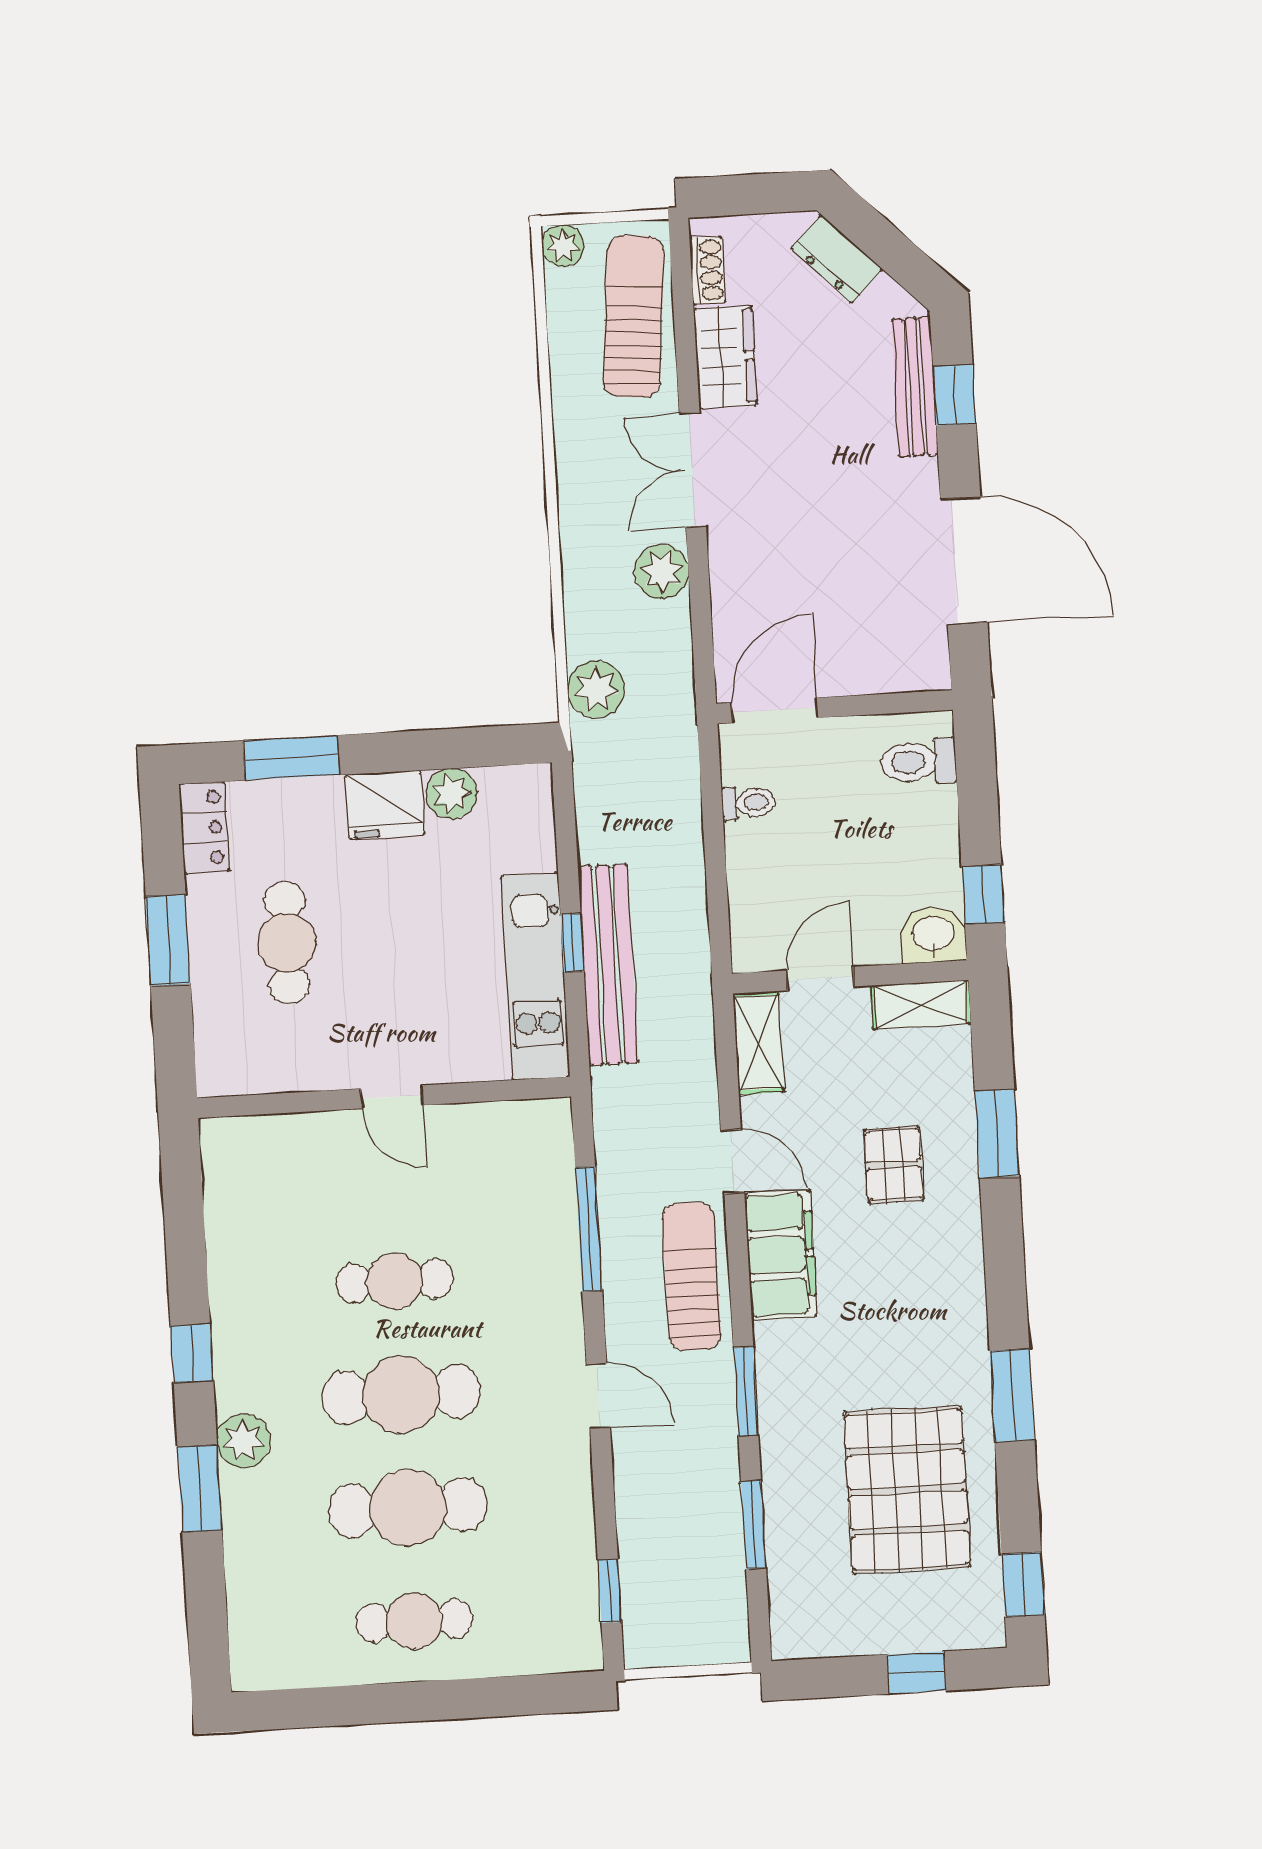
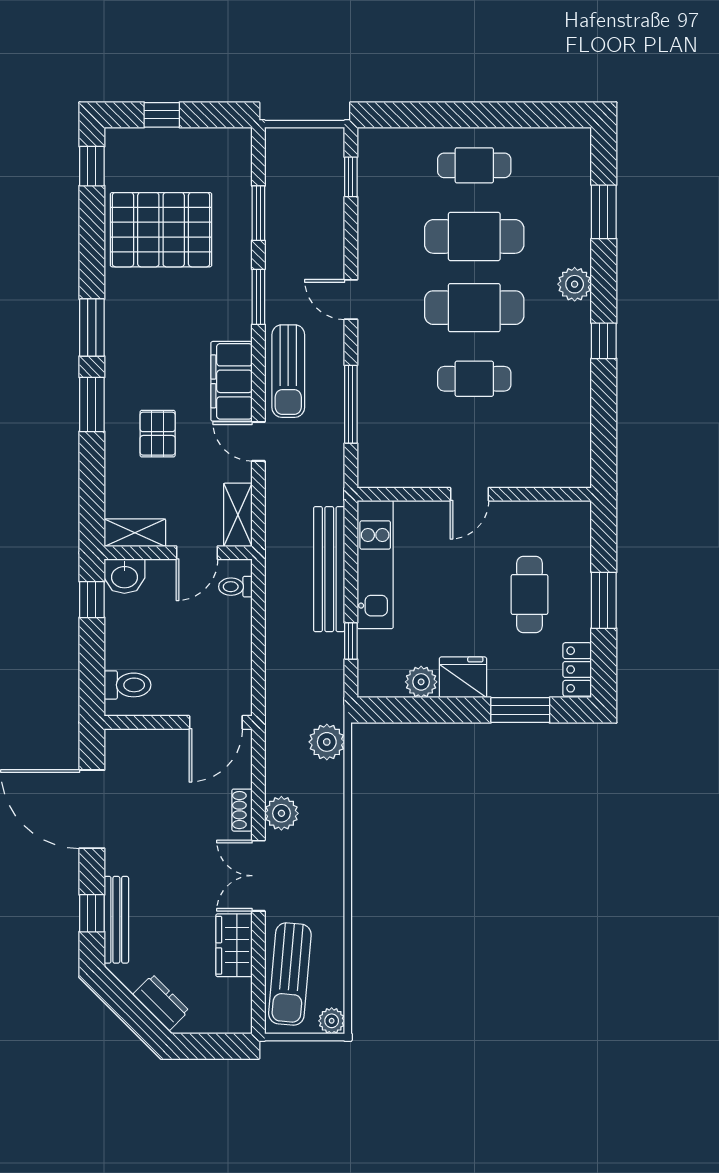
shoe rack: (707, 270) -> (242, 810), moved
double door: (693, 470) -> (258, 876), swing flipped
toilet: (749, 803) -> (235, 587), moved
window: (572, 943) -> (351, 641), moved
door: (392, 1097) -> (469, 494), swing flipped
window: (997, 1134) -> (92, 404), moved
window: (1012, 1396) -> (92, 328), moved
window: (200, 1489) -> (604, 212), moved
pallet: (907, 1490) -> (161, 230), turned 90

